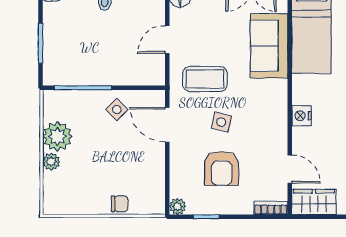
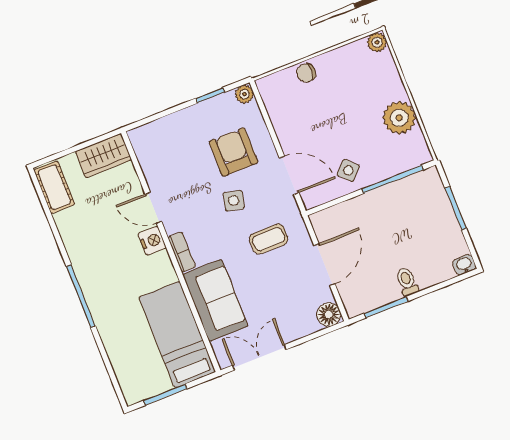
door: (167, 40) -> (324, 265), width x1.38
coffee table: (205, 79) -> (269, 239), width x0.73, depth x0.77
plant: (51, 162) -> (377, 42), moved
armchair: (222, 168) -> (233, 152), moved
door: (290, 169) -> (153, 208), moved
bookcase: (271, 208) -> (182, 252), moved, turned -90

